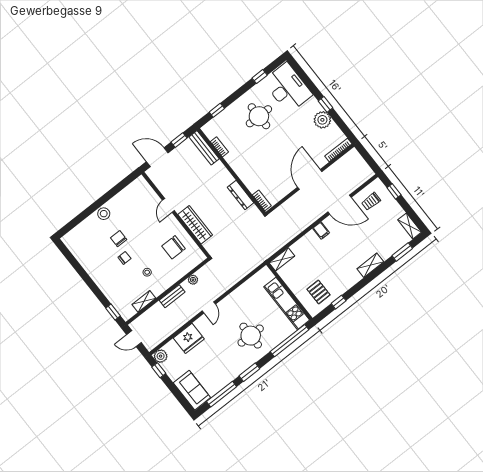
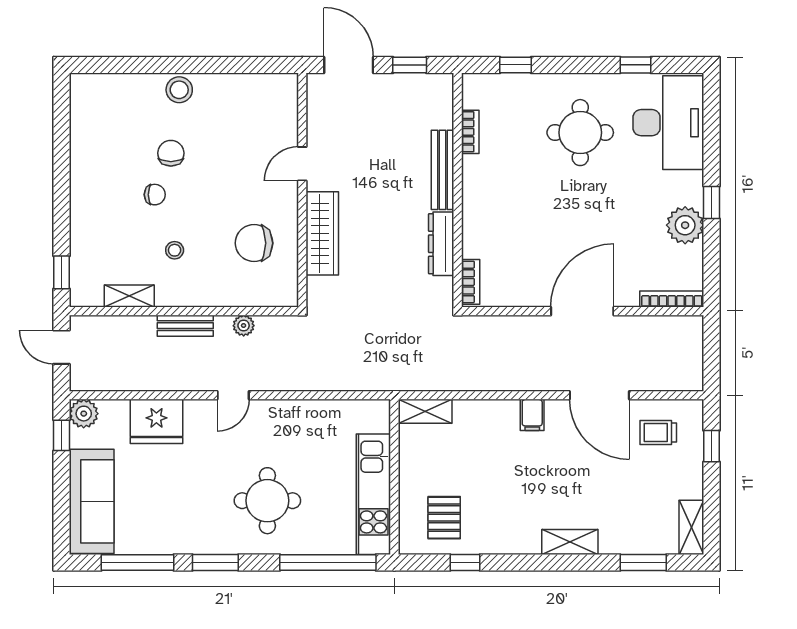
bench: (204, 148) -> (442, 170), moved
sofa: (192, 390) -> (92, 501), width x1.36

